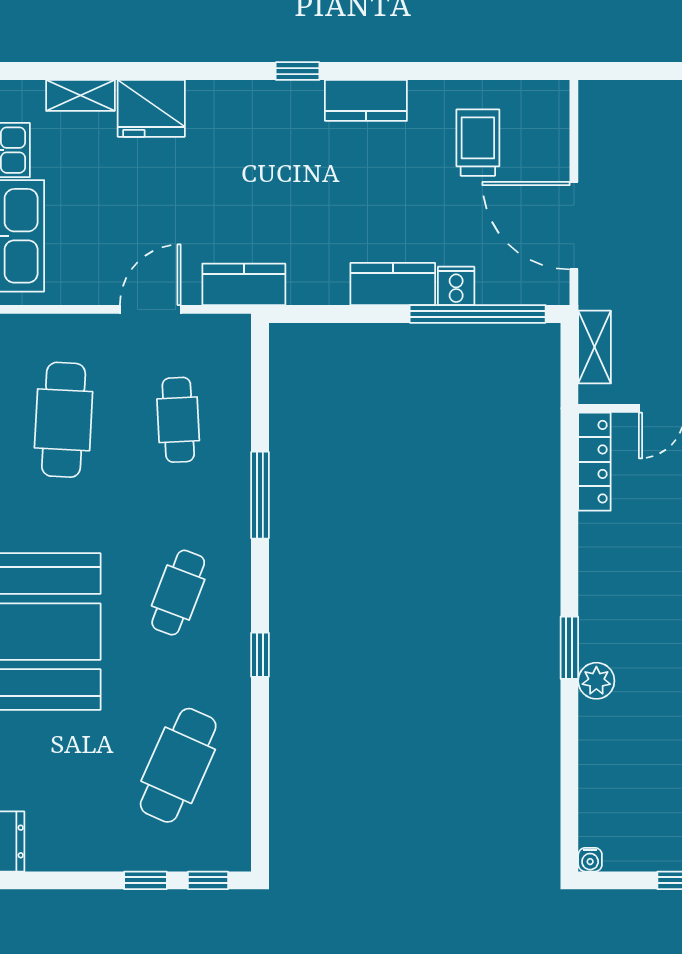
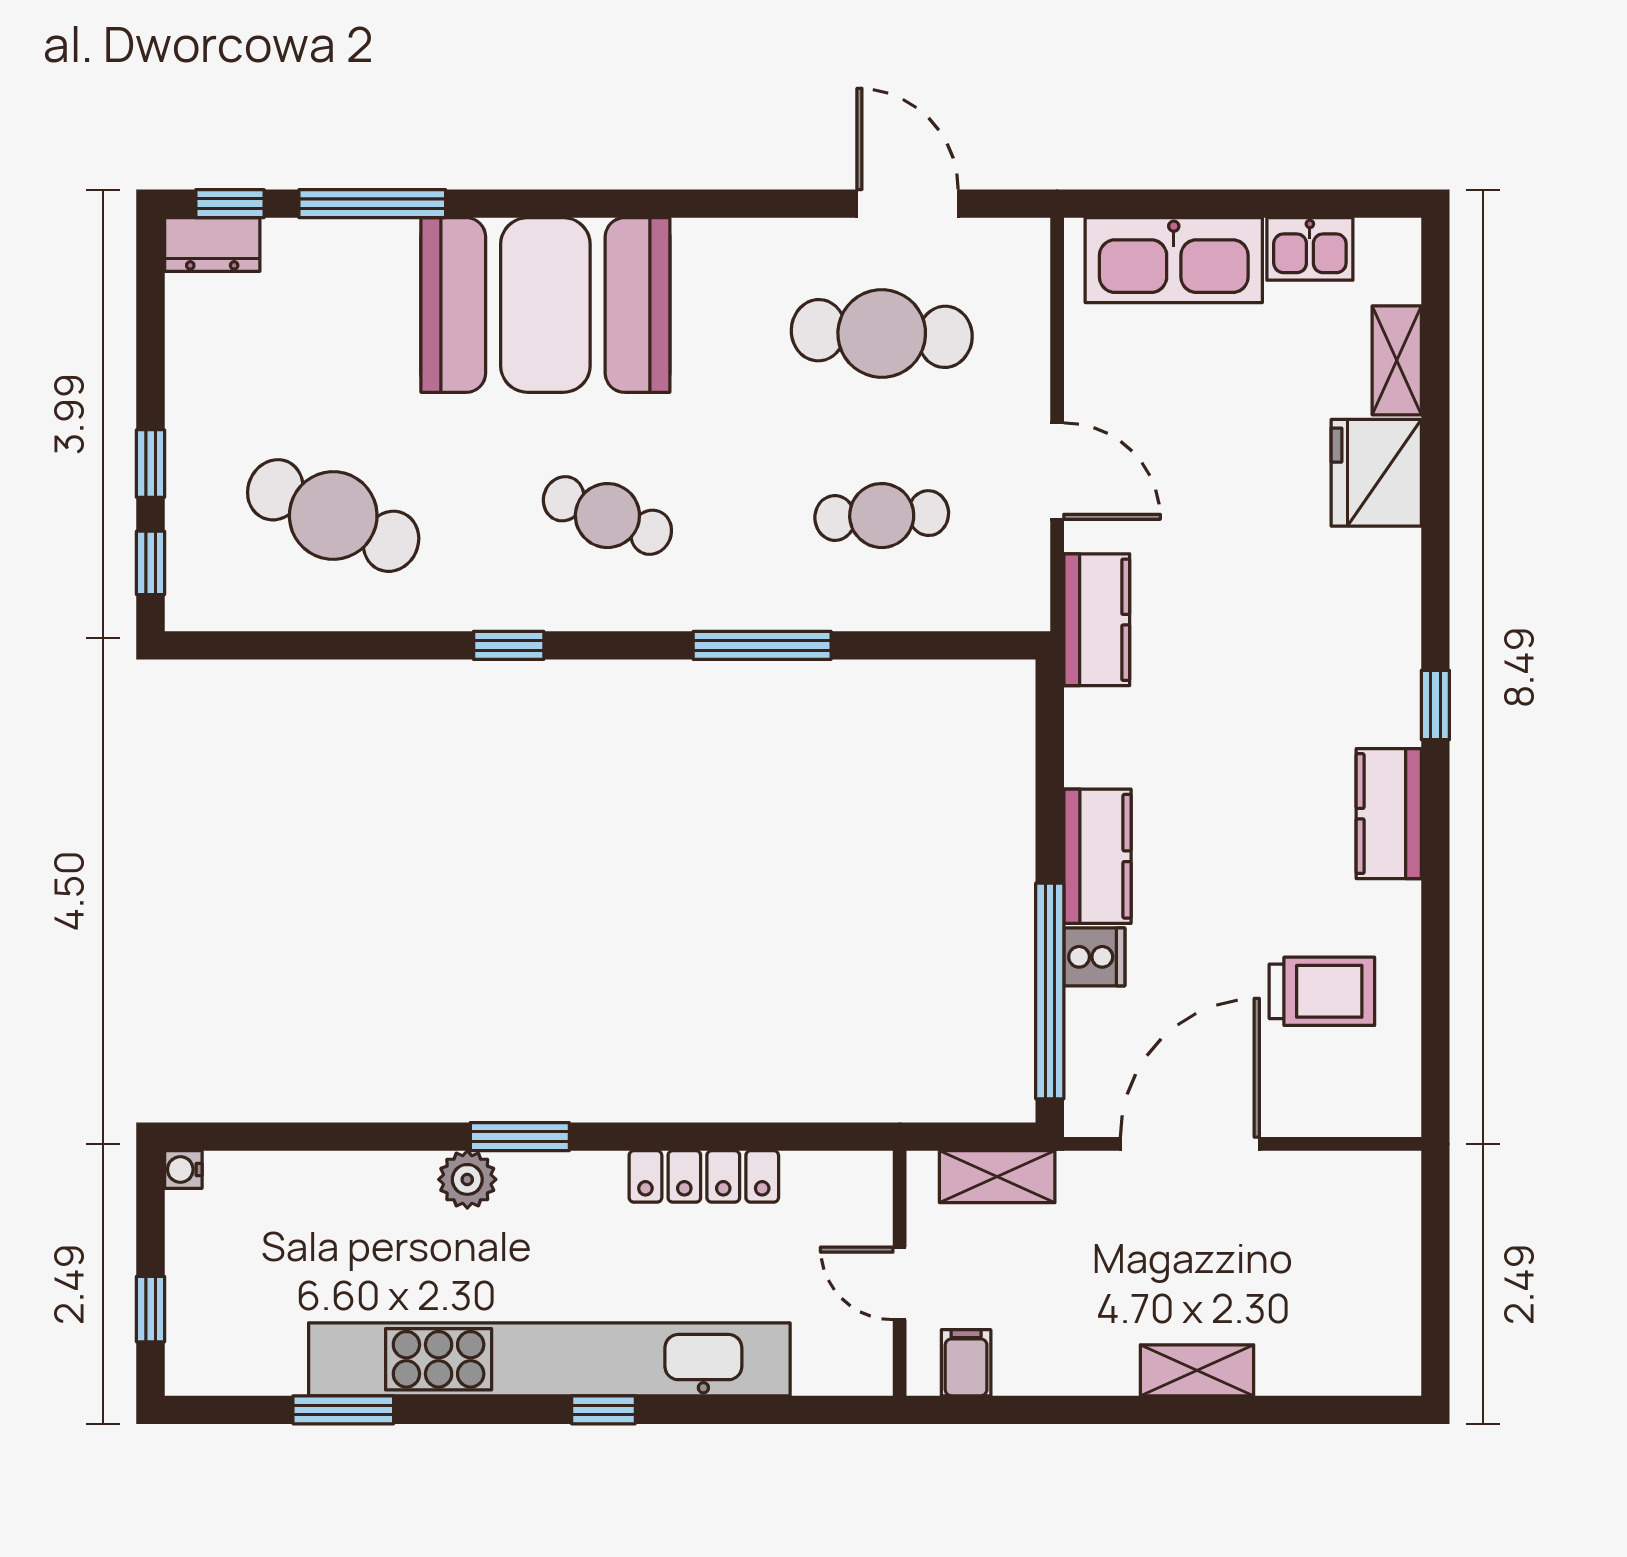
locker: (594, 462) -> (704, 1176), moved

